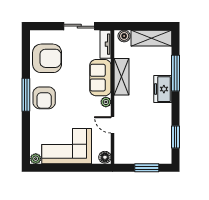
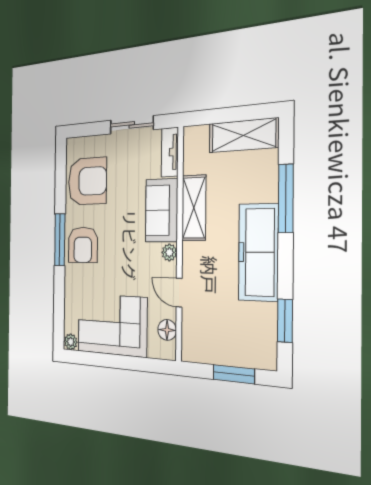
boiler: (124, 36) -> (199, 136), removed
freezer: (163, 89) -> (258, 252), width x1.91, depth x1.26
floor lamp: (105, 157) -> (167, 330), moved

